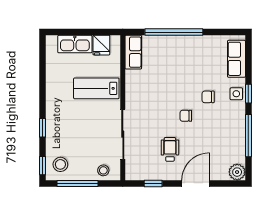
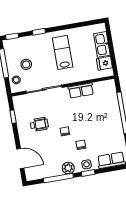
row of seats: (133, 52) -> (81, 90), moved
lab bench: (96, 88) -> (63, 52), moved
stool: (60, 164) -> (26, 64), moved
plant: (237, 172) -> (68, 168), moved
door: (196, 183) -> (20, 158), moved

